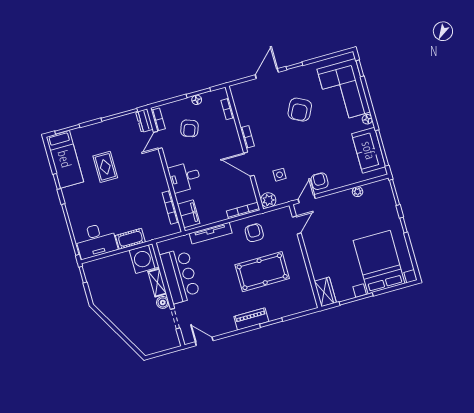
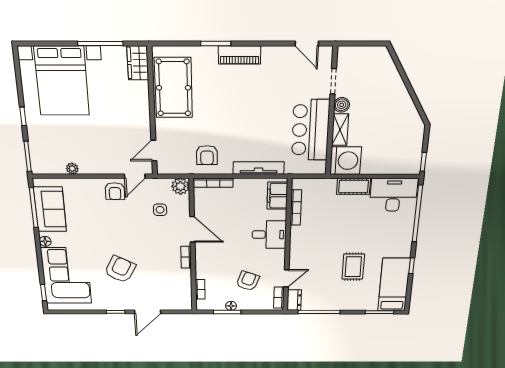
pool table: (262, 272) -> (173, 88), moved, turned 90

